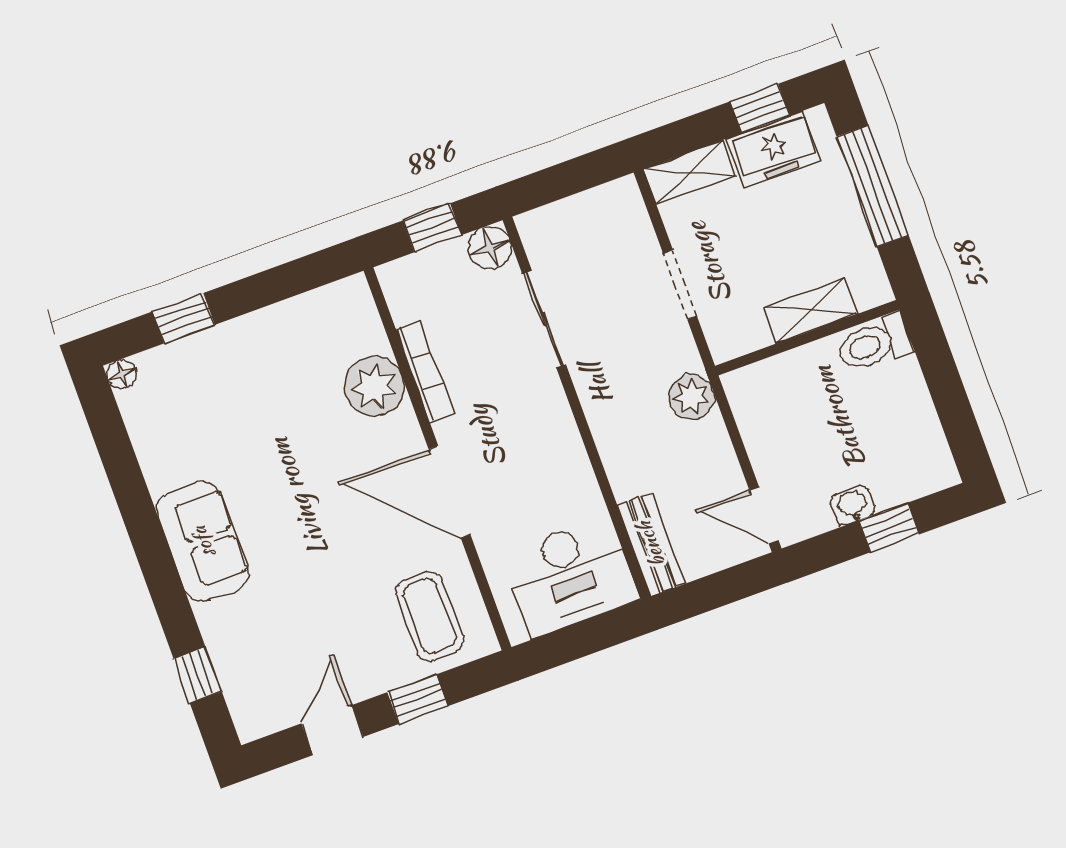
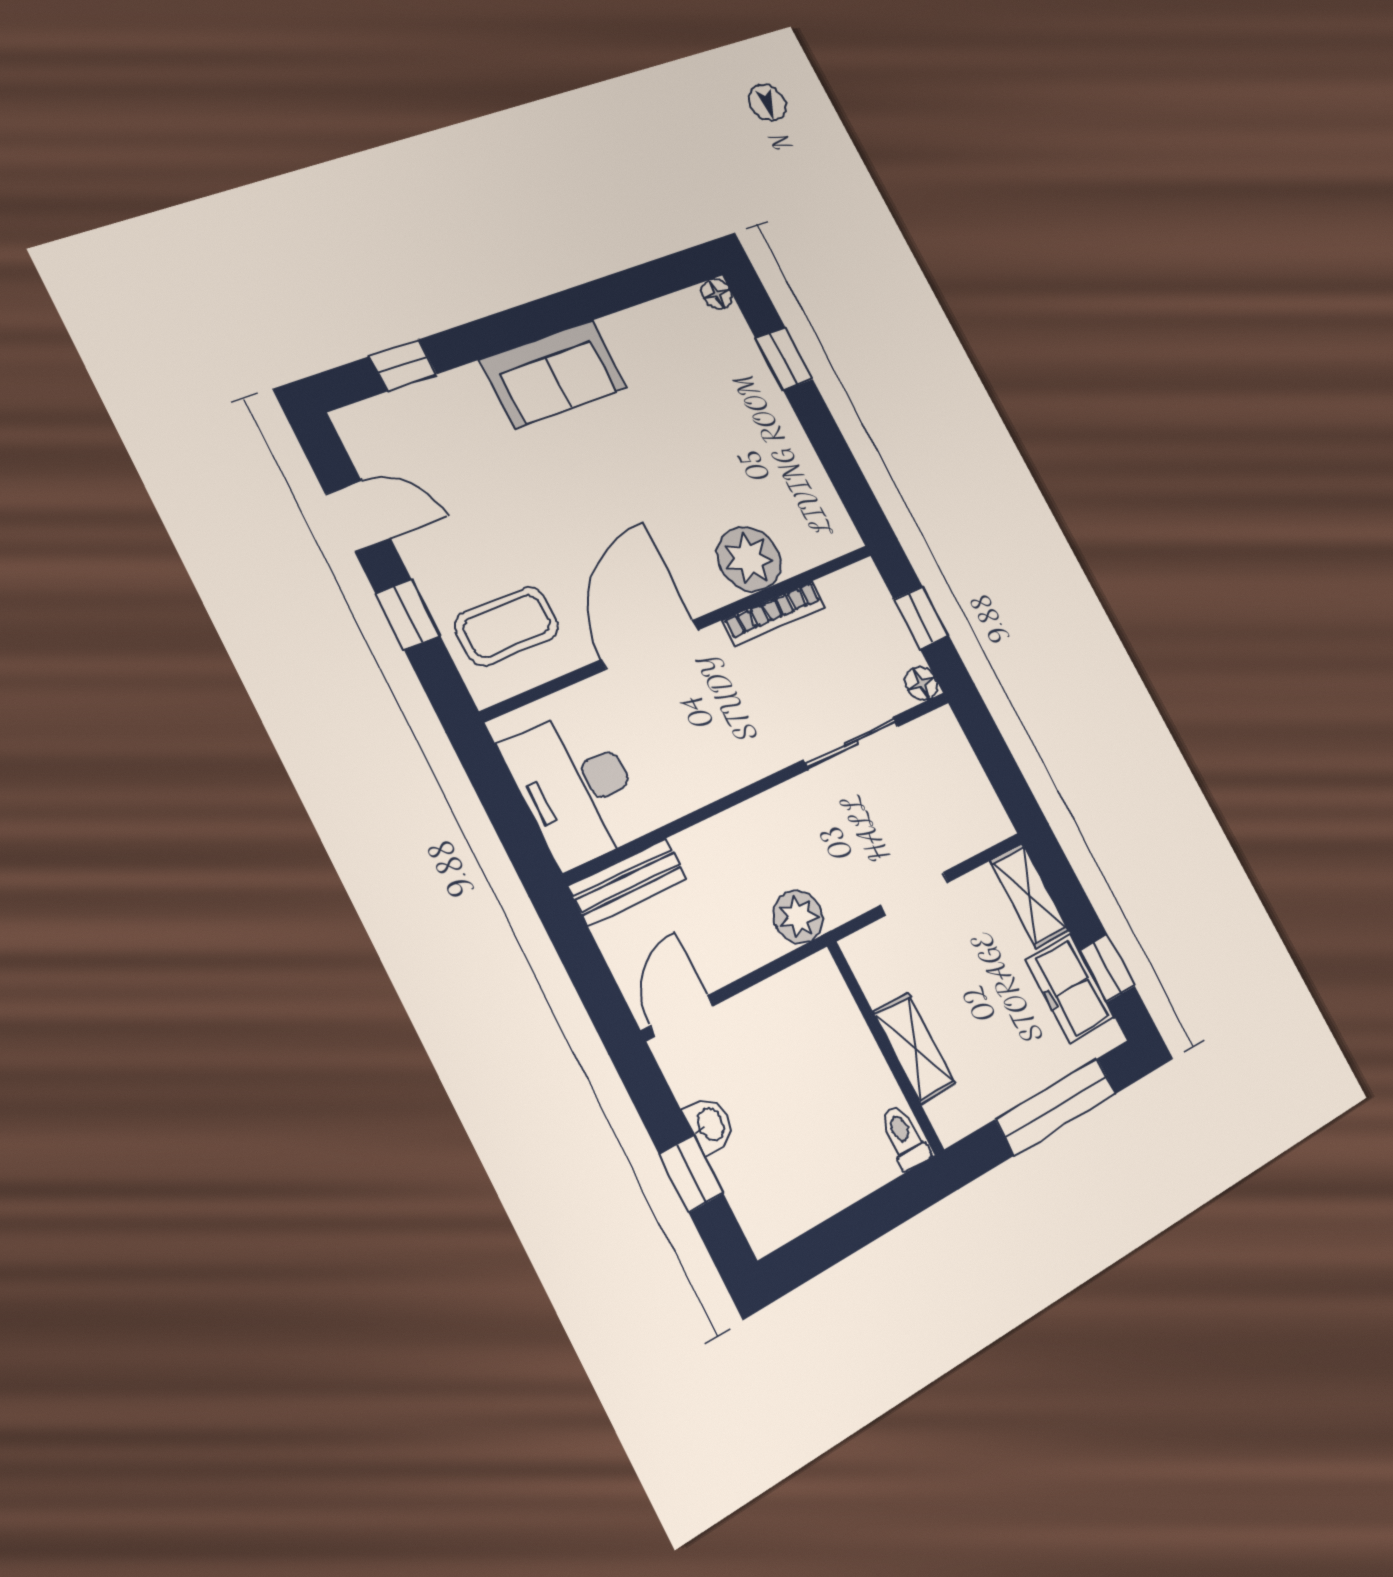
floor lamp: (490, 248) -> (921, 684), width x0.73, depth x0.73
toilet: (874, 344) -> (904, 1137), width x0.73, depth x0.72

